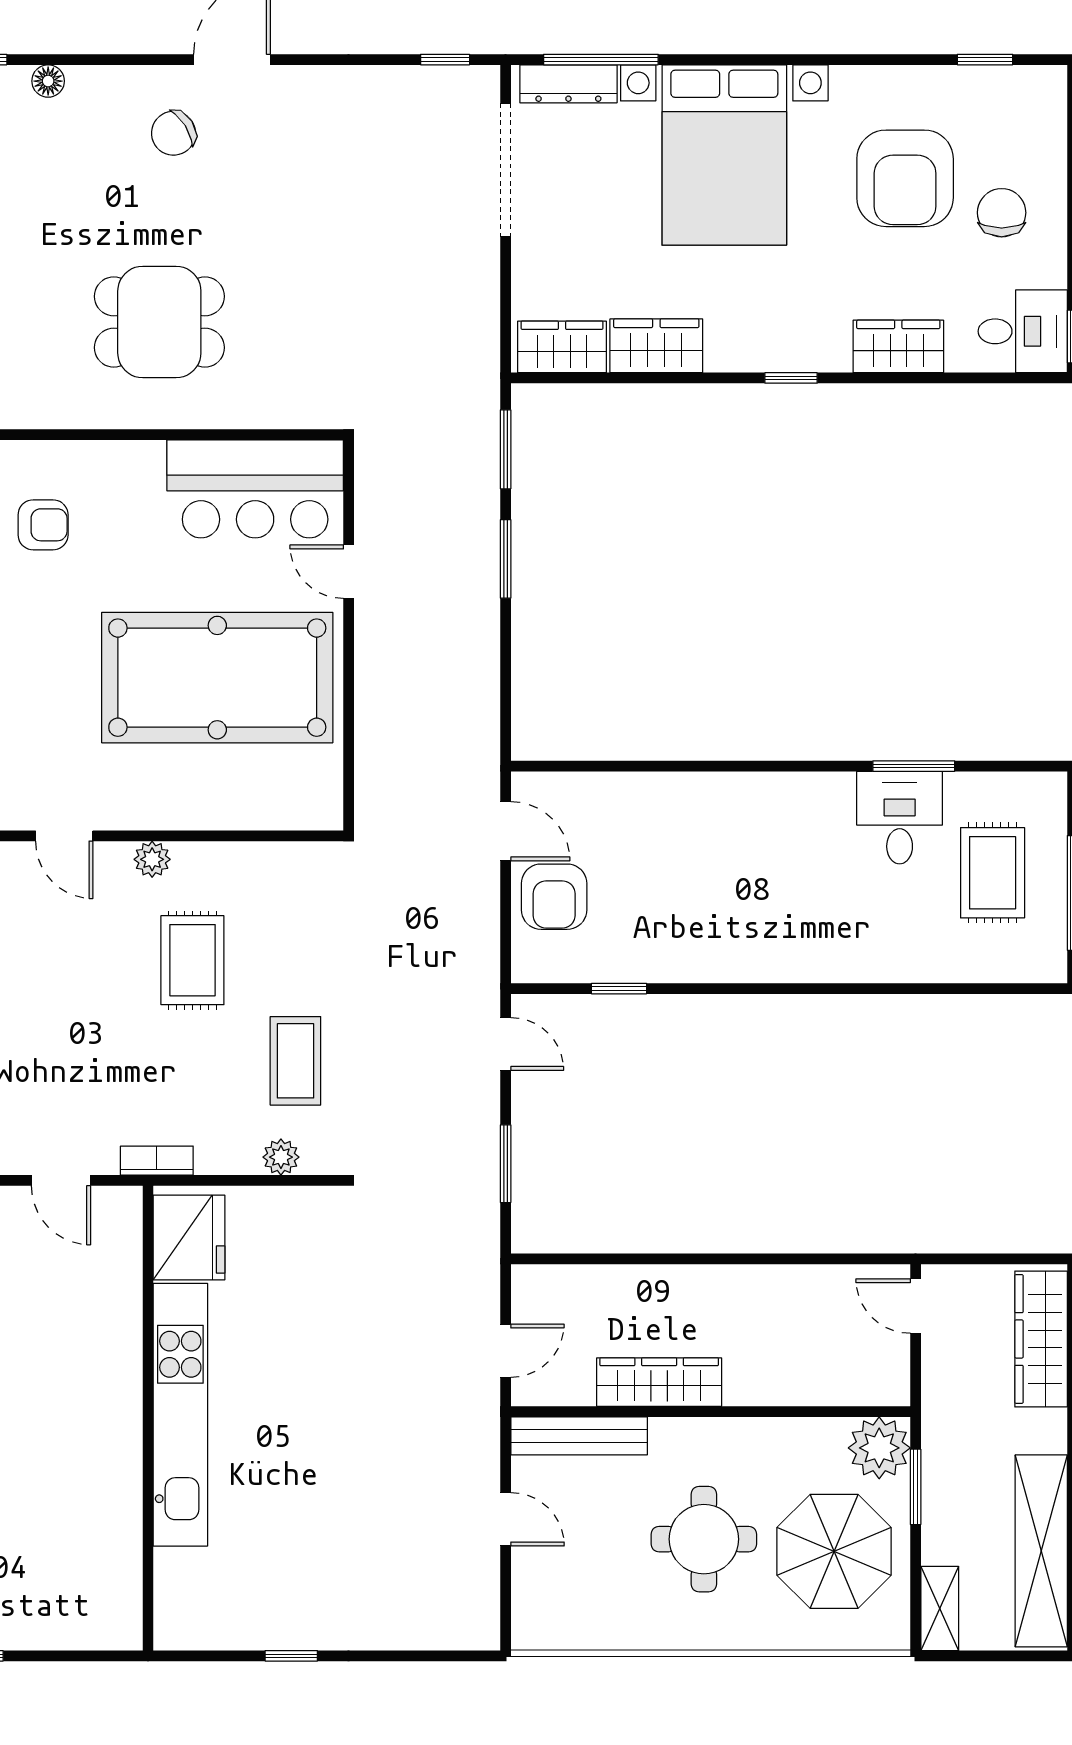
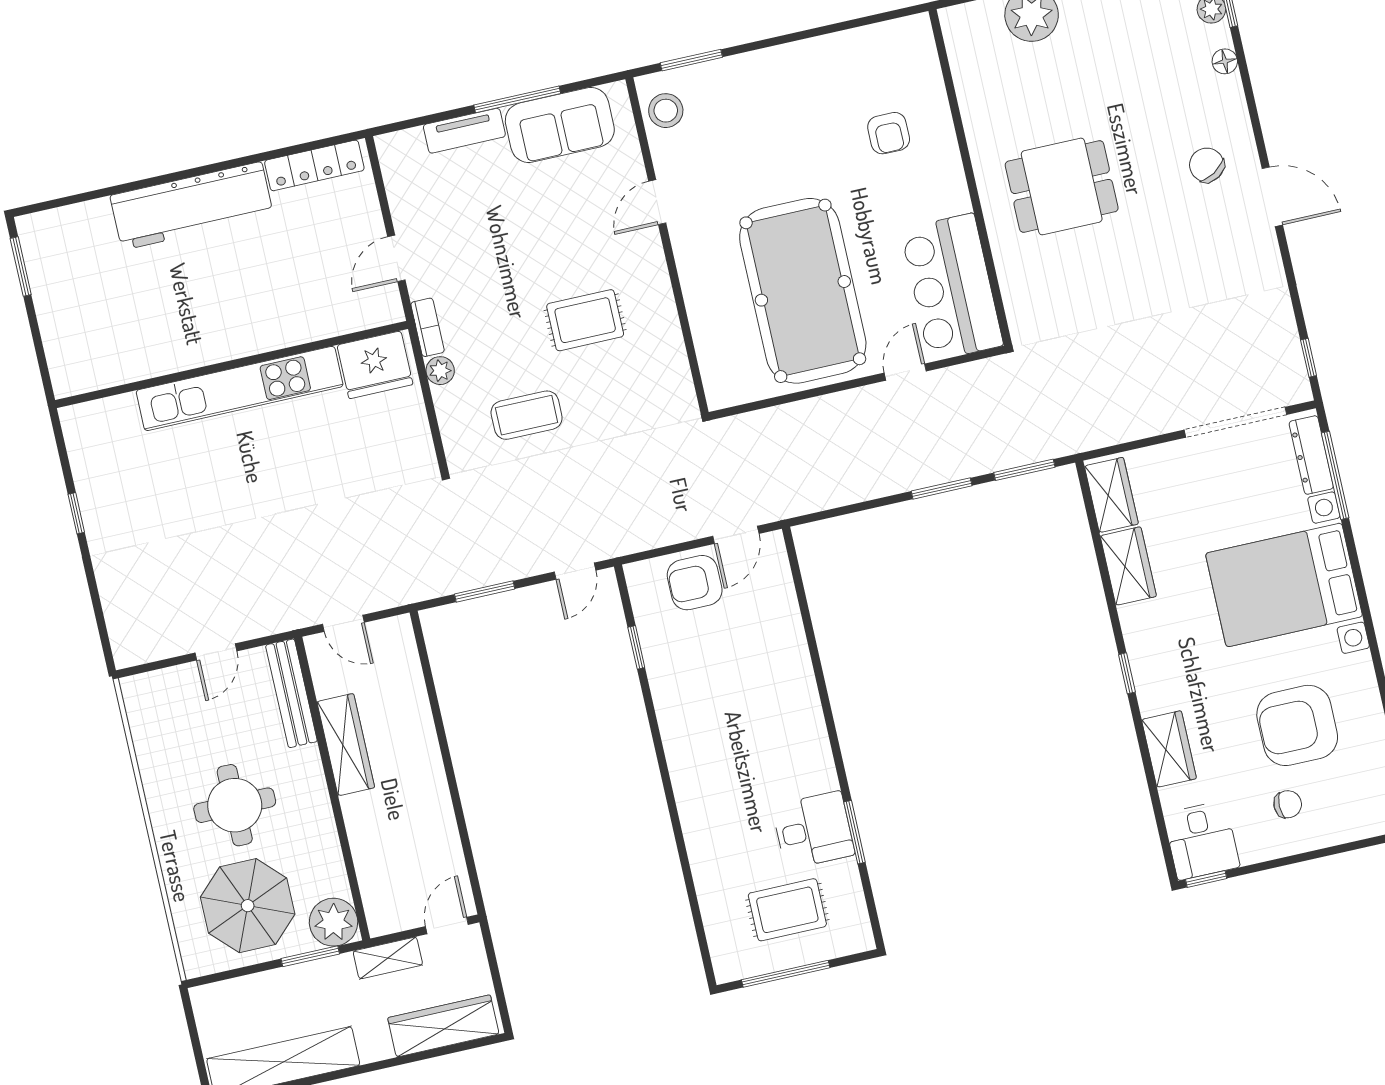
chair: (1002, 213) -> (1288, 804), width x0.73, depth x0.73
dining table: (159, 322) -> (1062, 186), turned 90
plant: (152, 859) -> (654, 273), removed
plant: (281, 1157) -> (440, 371), moved
shelving: (940, 1608) -> (388, 958), moved

